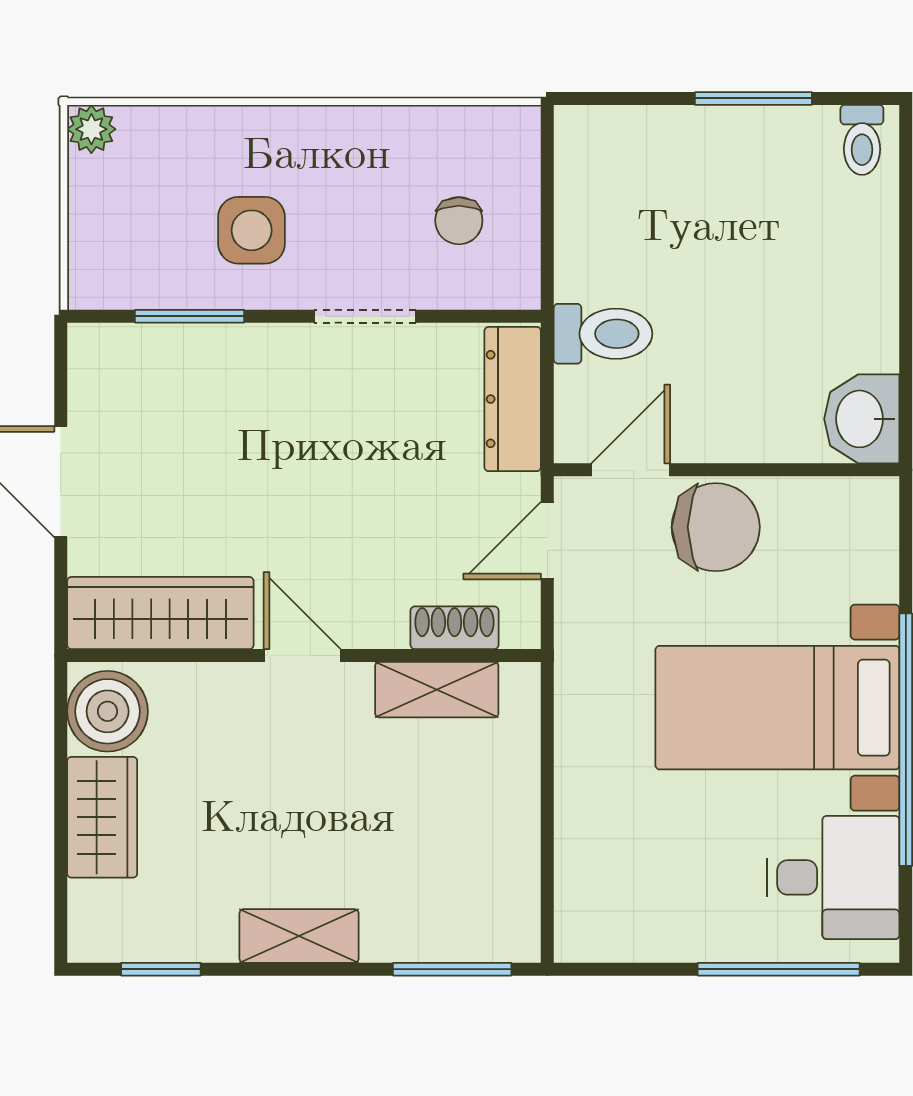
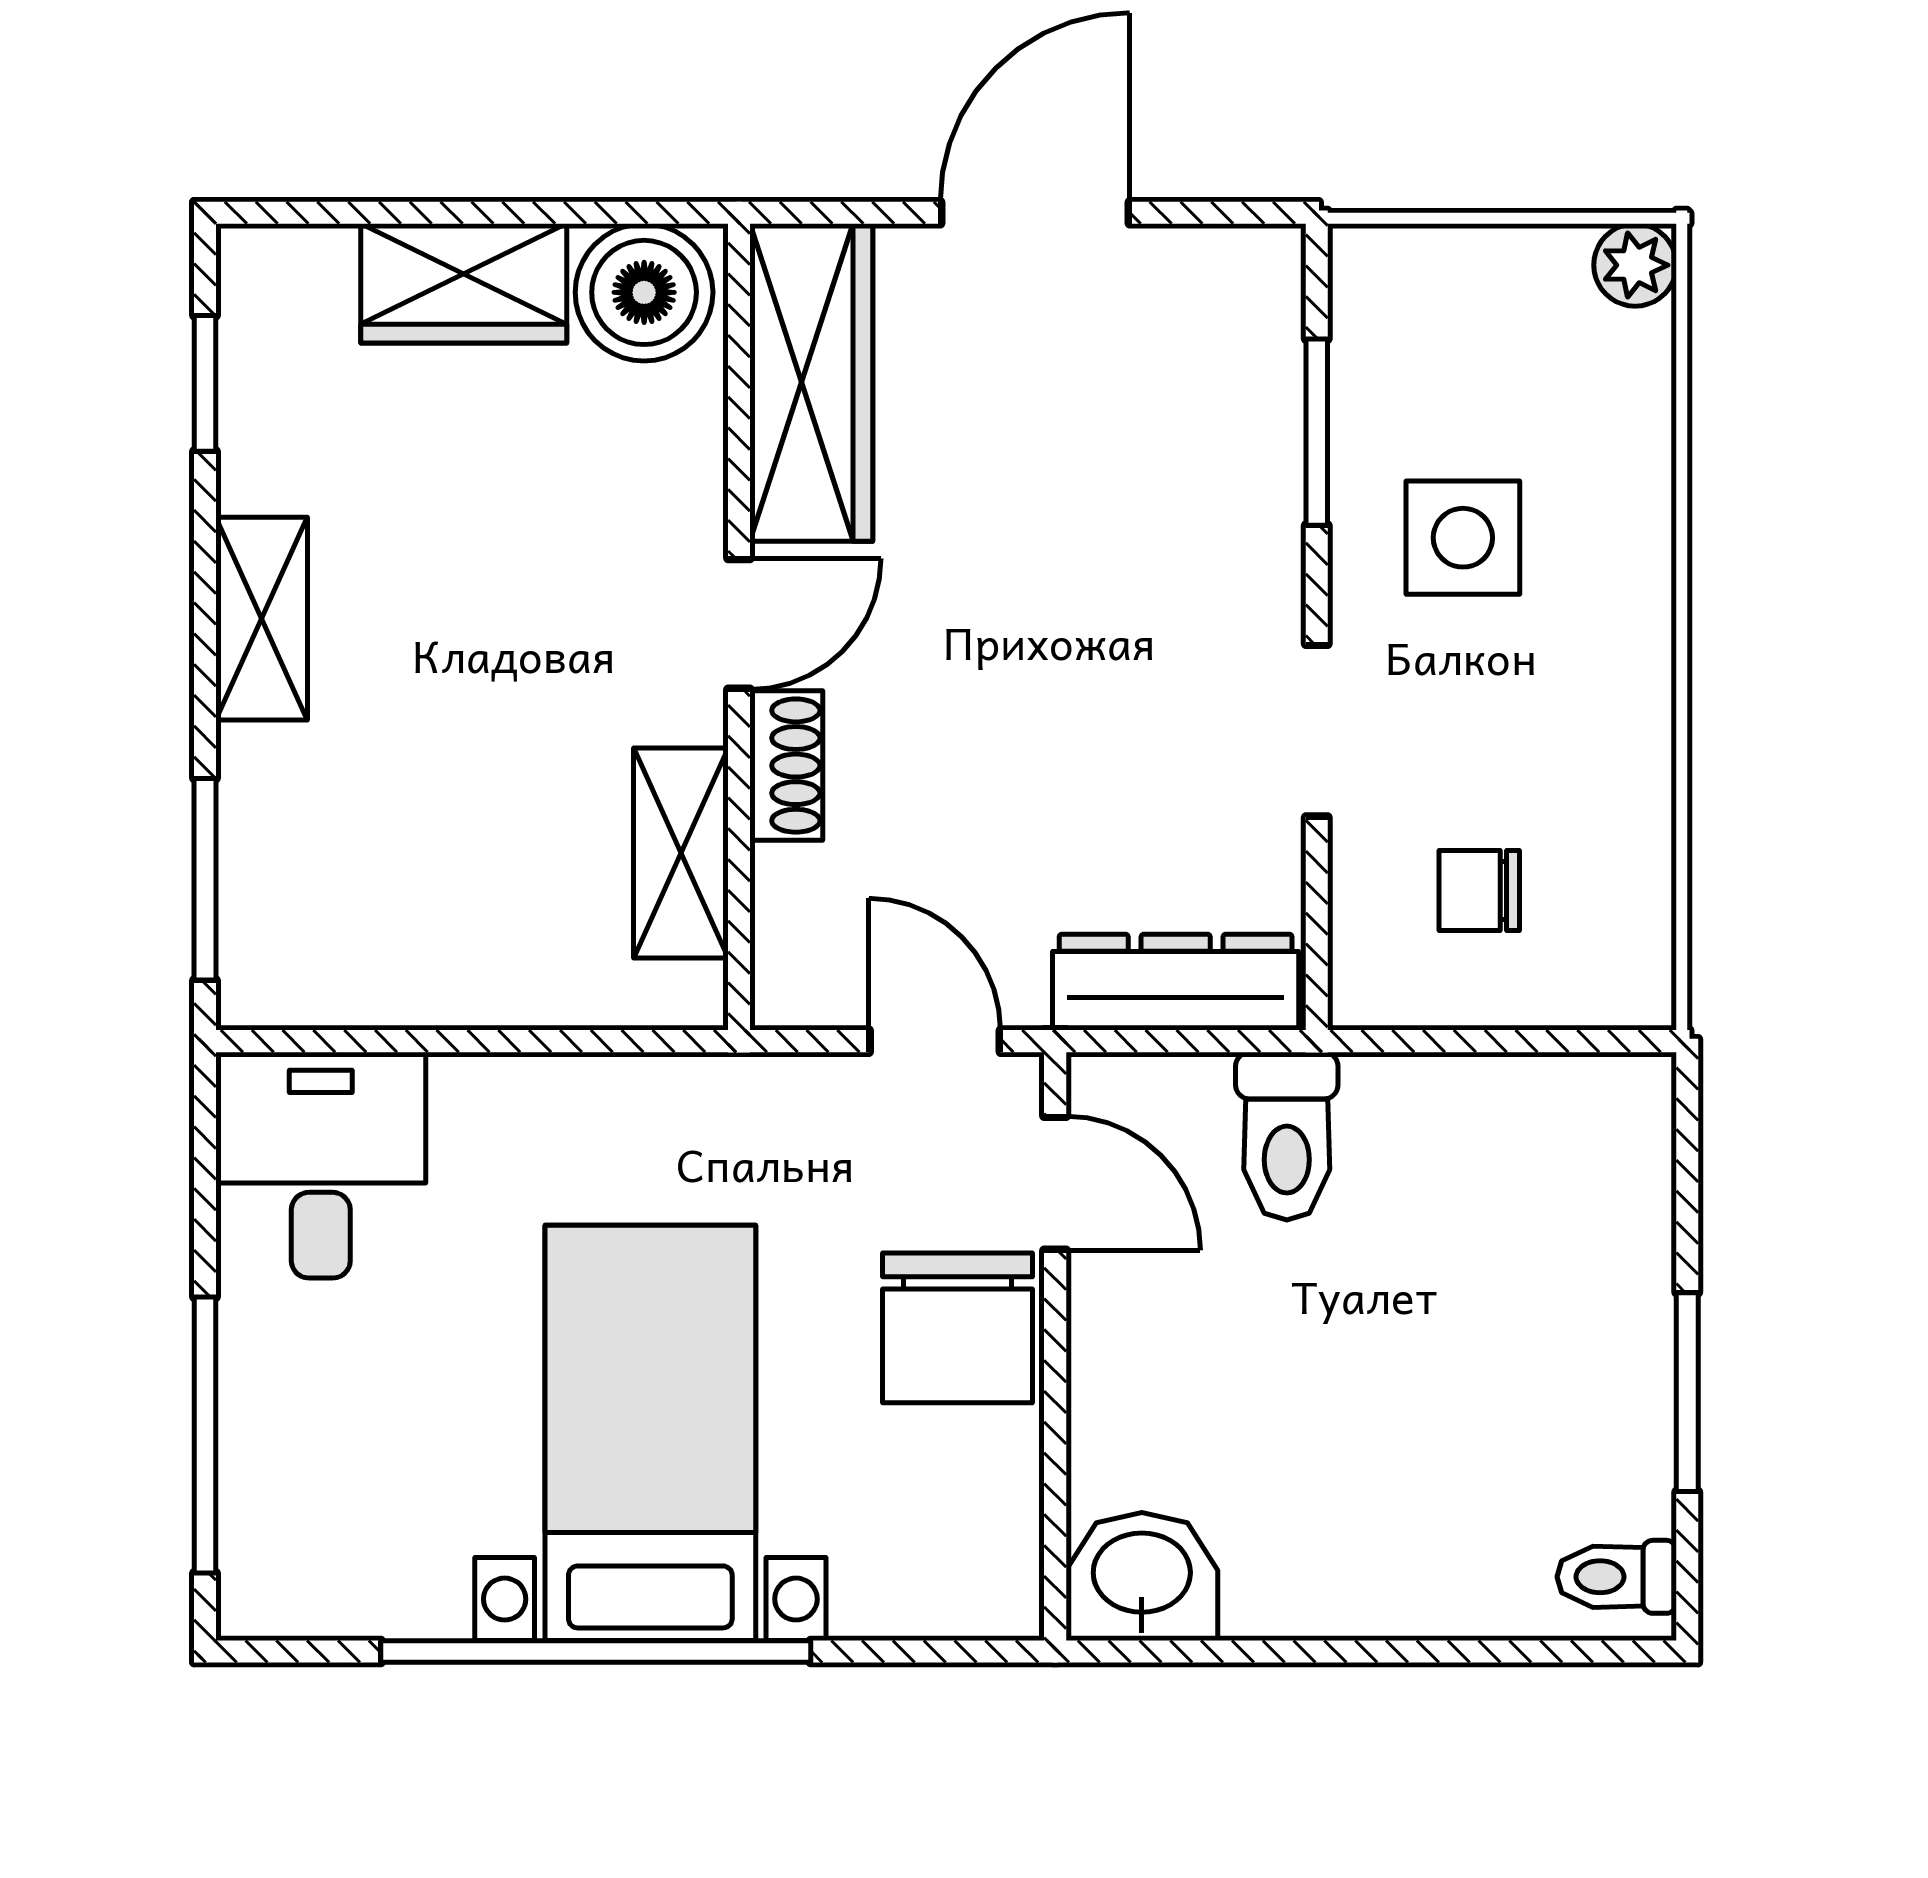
shoe rack: (455, 628) -> (786, 766), moved
desk: (833, 877) -> (321, 1165), moved, turned 180

